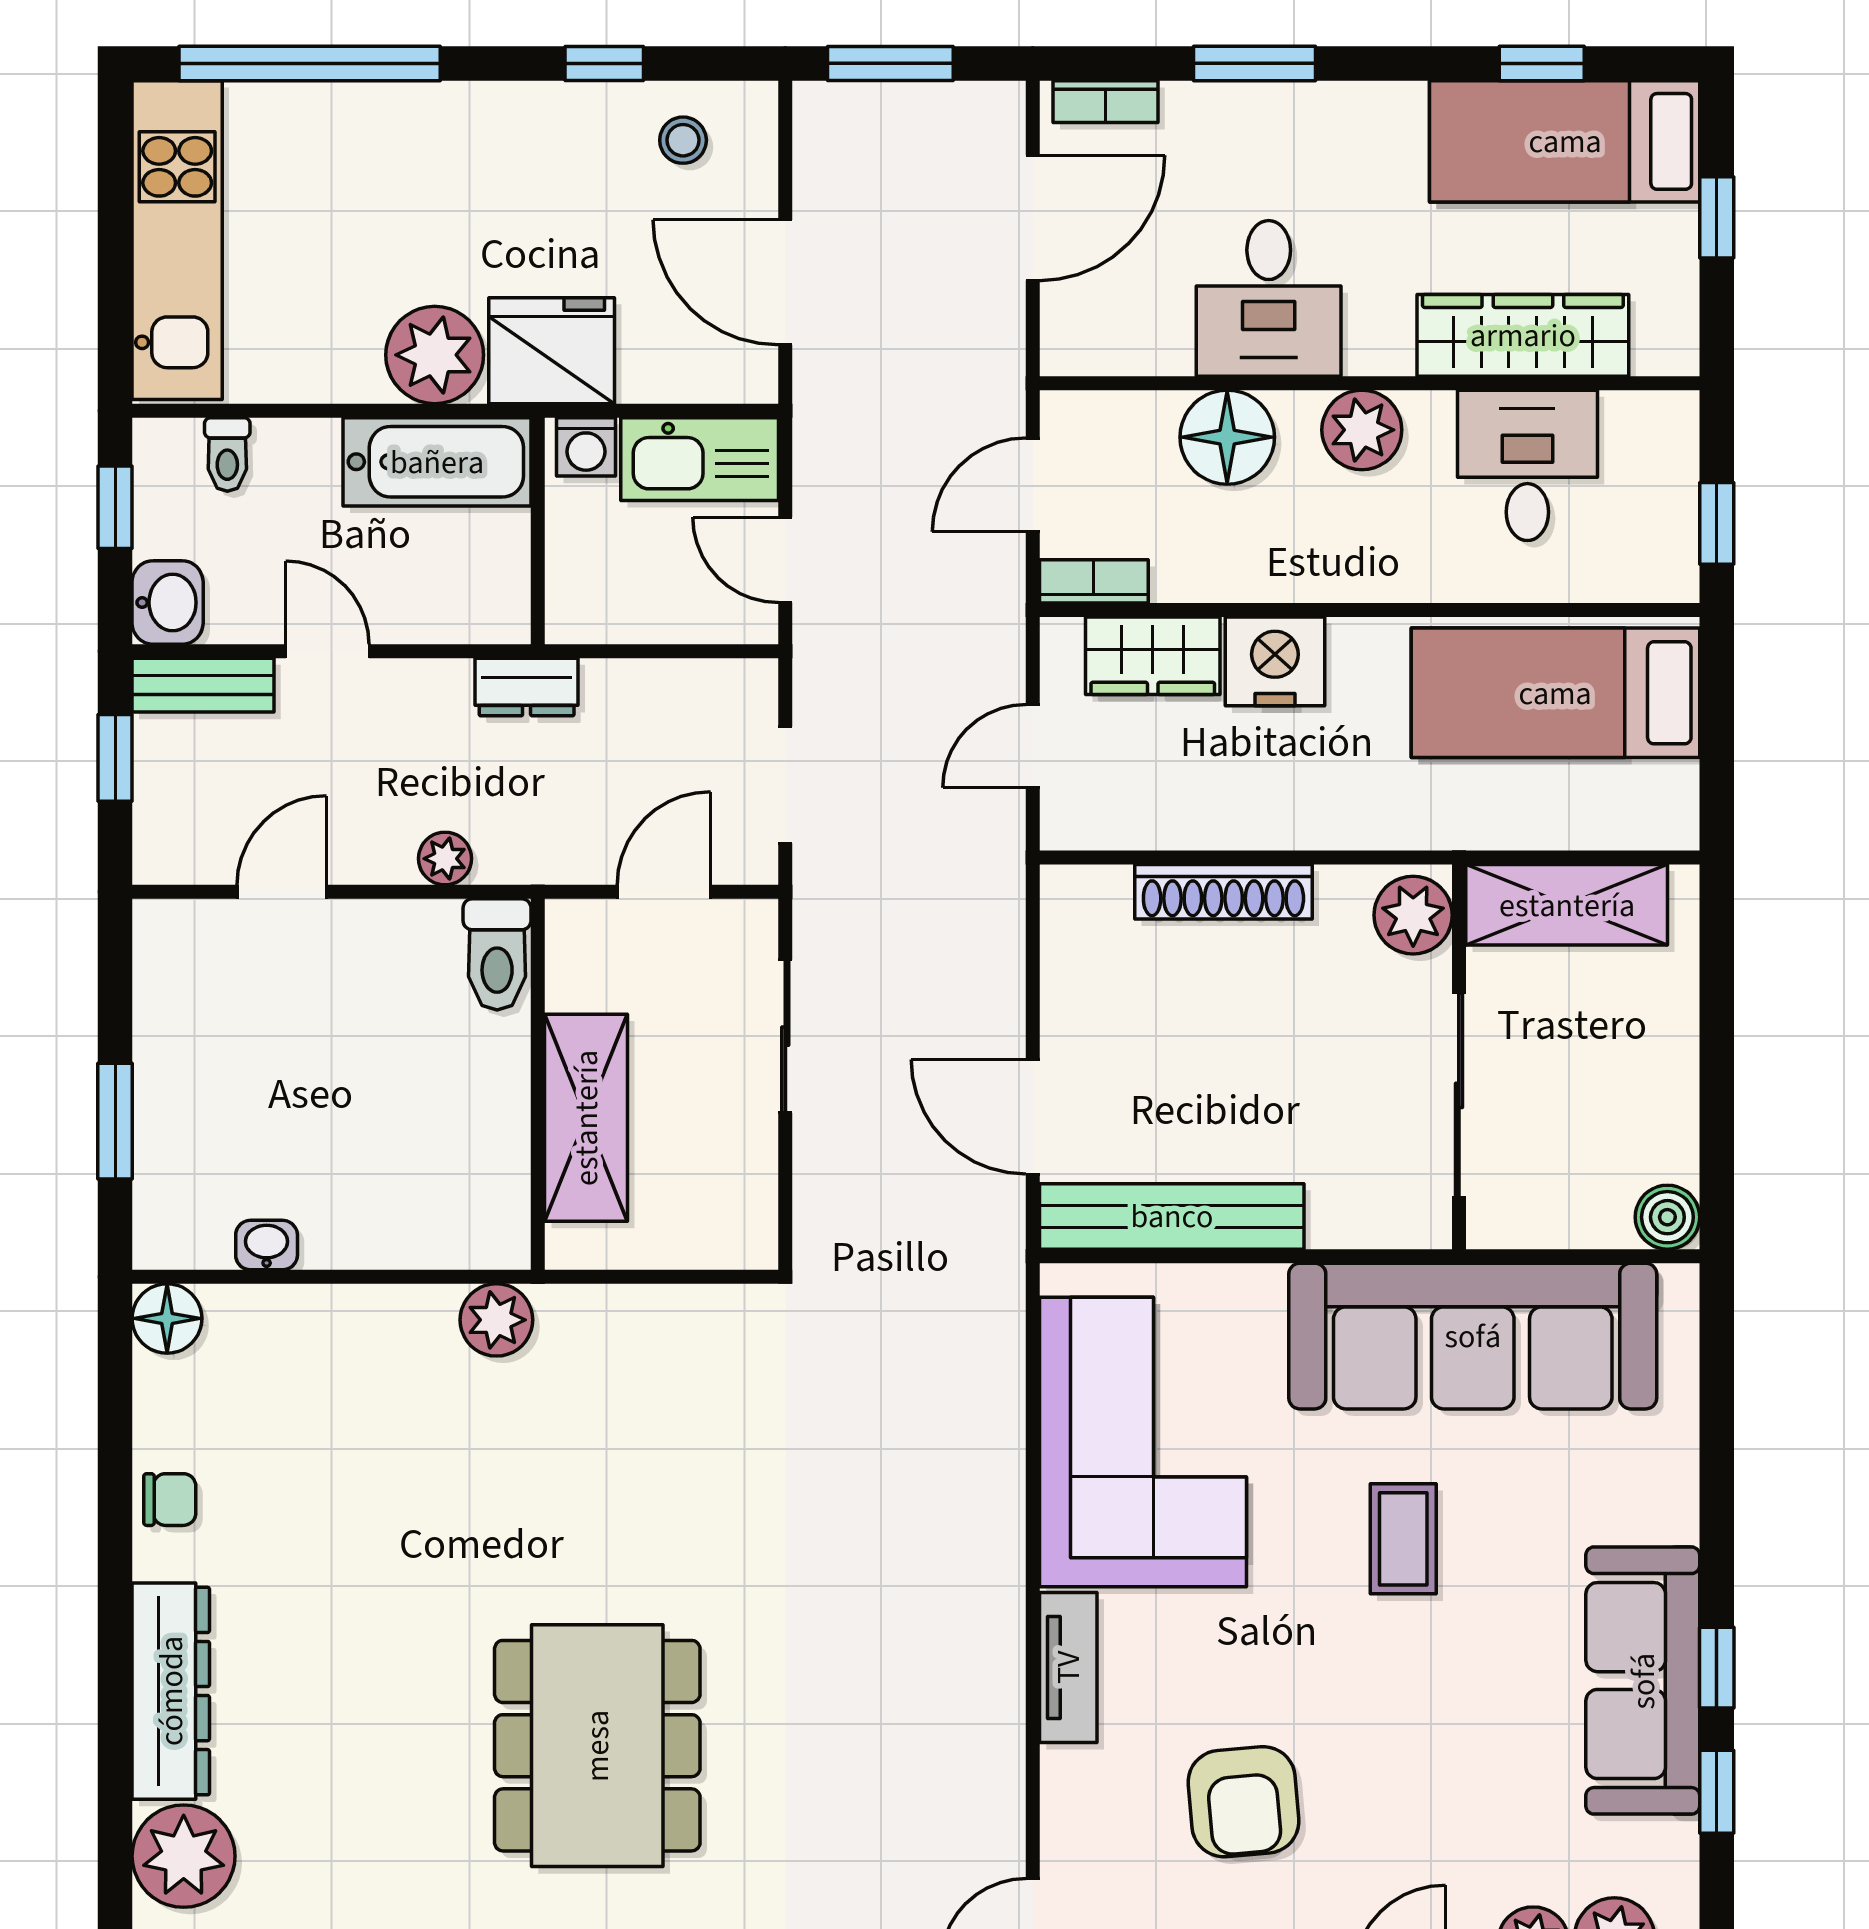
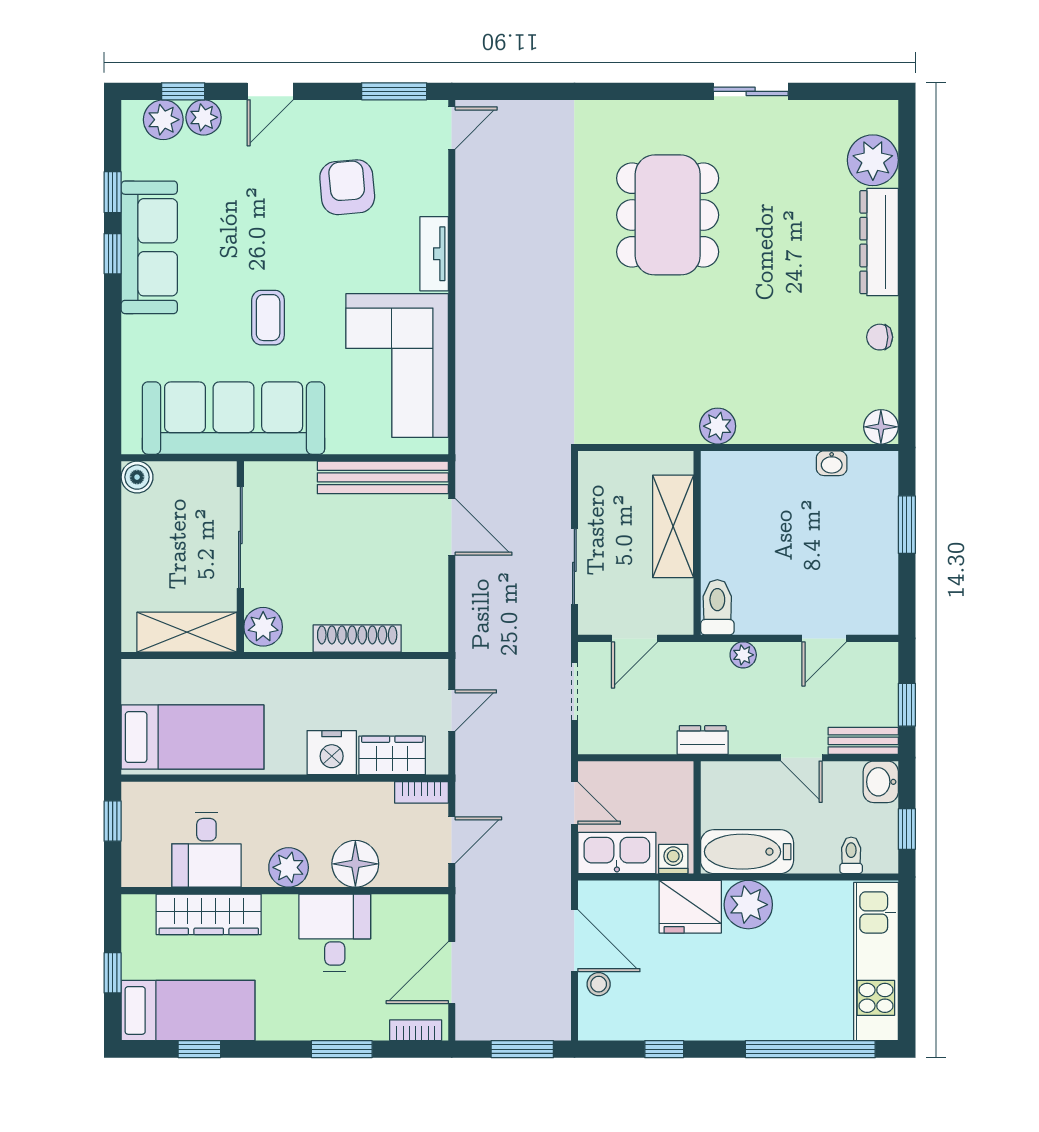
stool: (683, 140) -> (599, 984), moved

